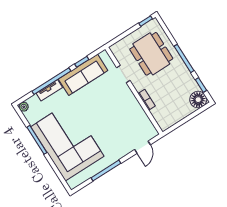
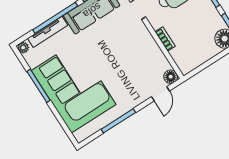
tv unit: (49, 90) -> (48, 32), width x1.41
floor lamp: (151, 132) -> (171, 77), added

